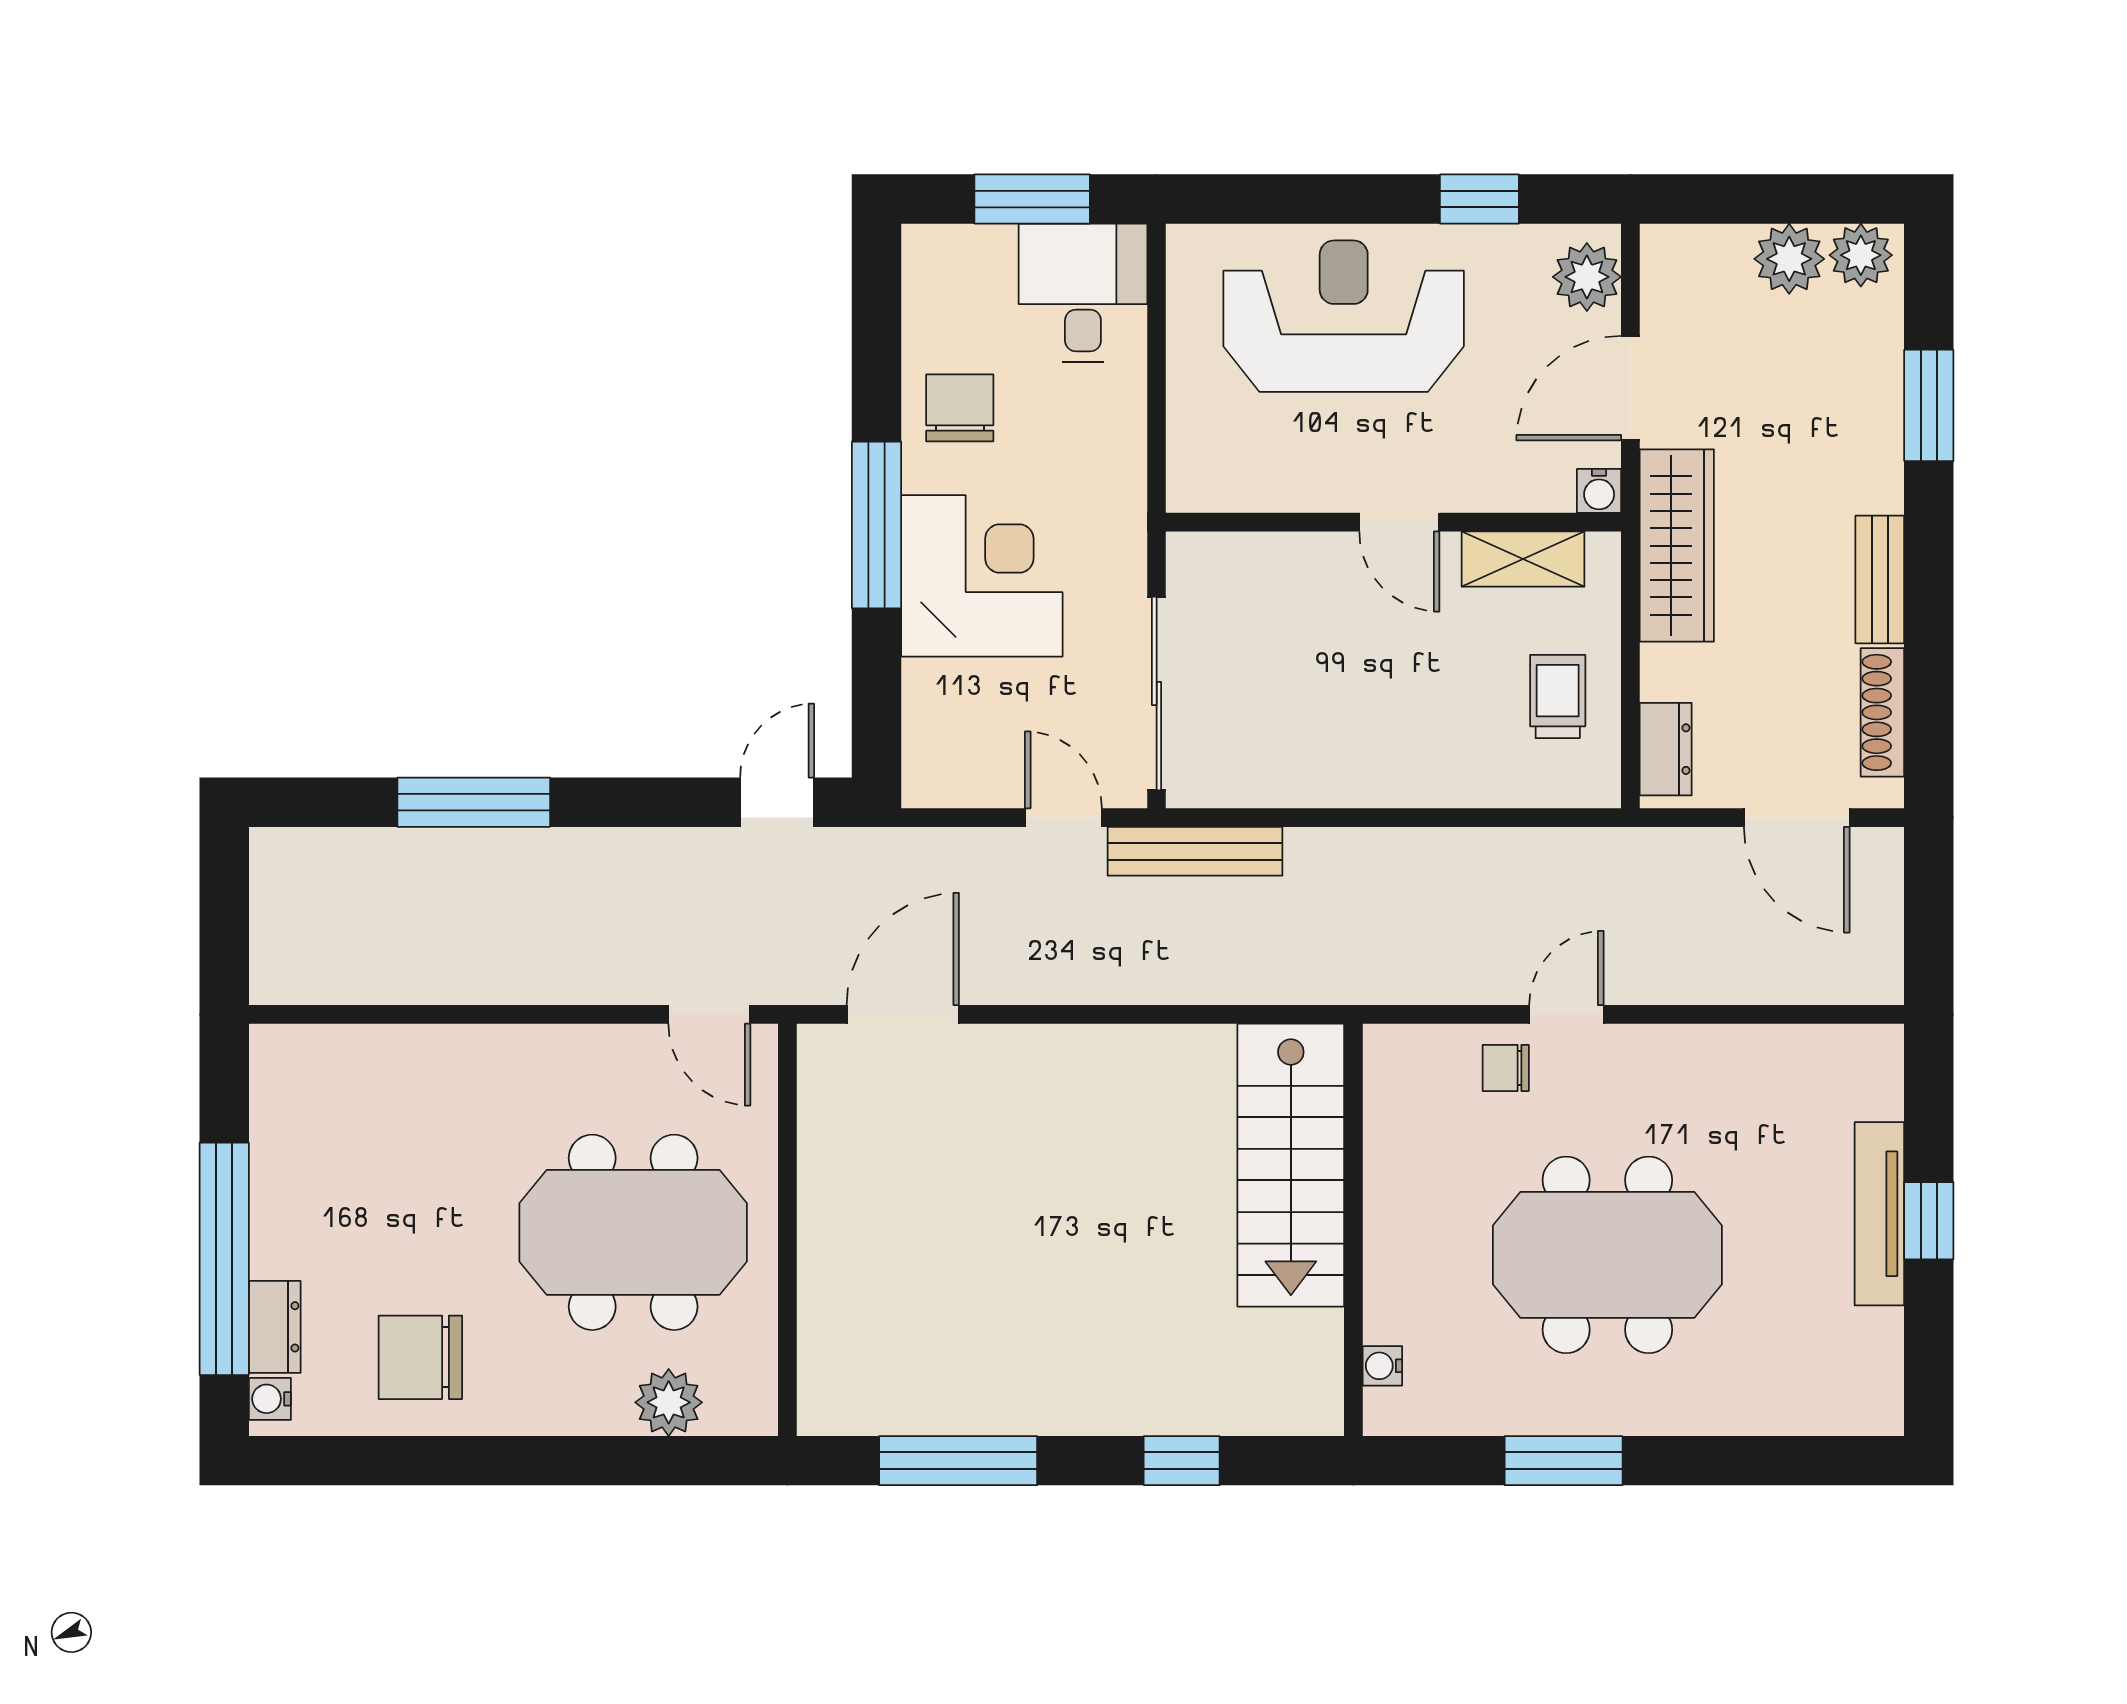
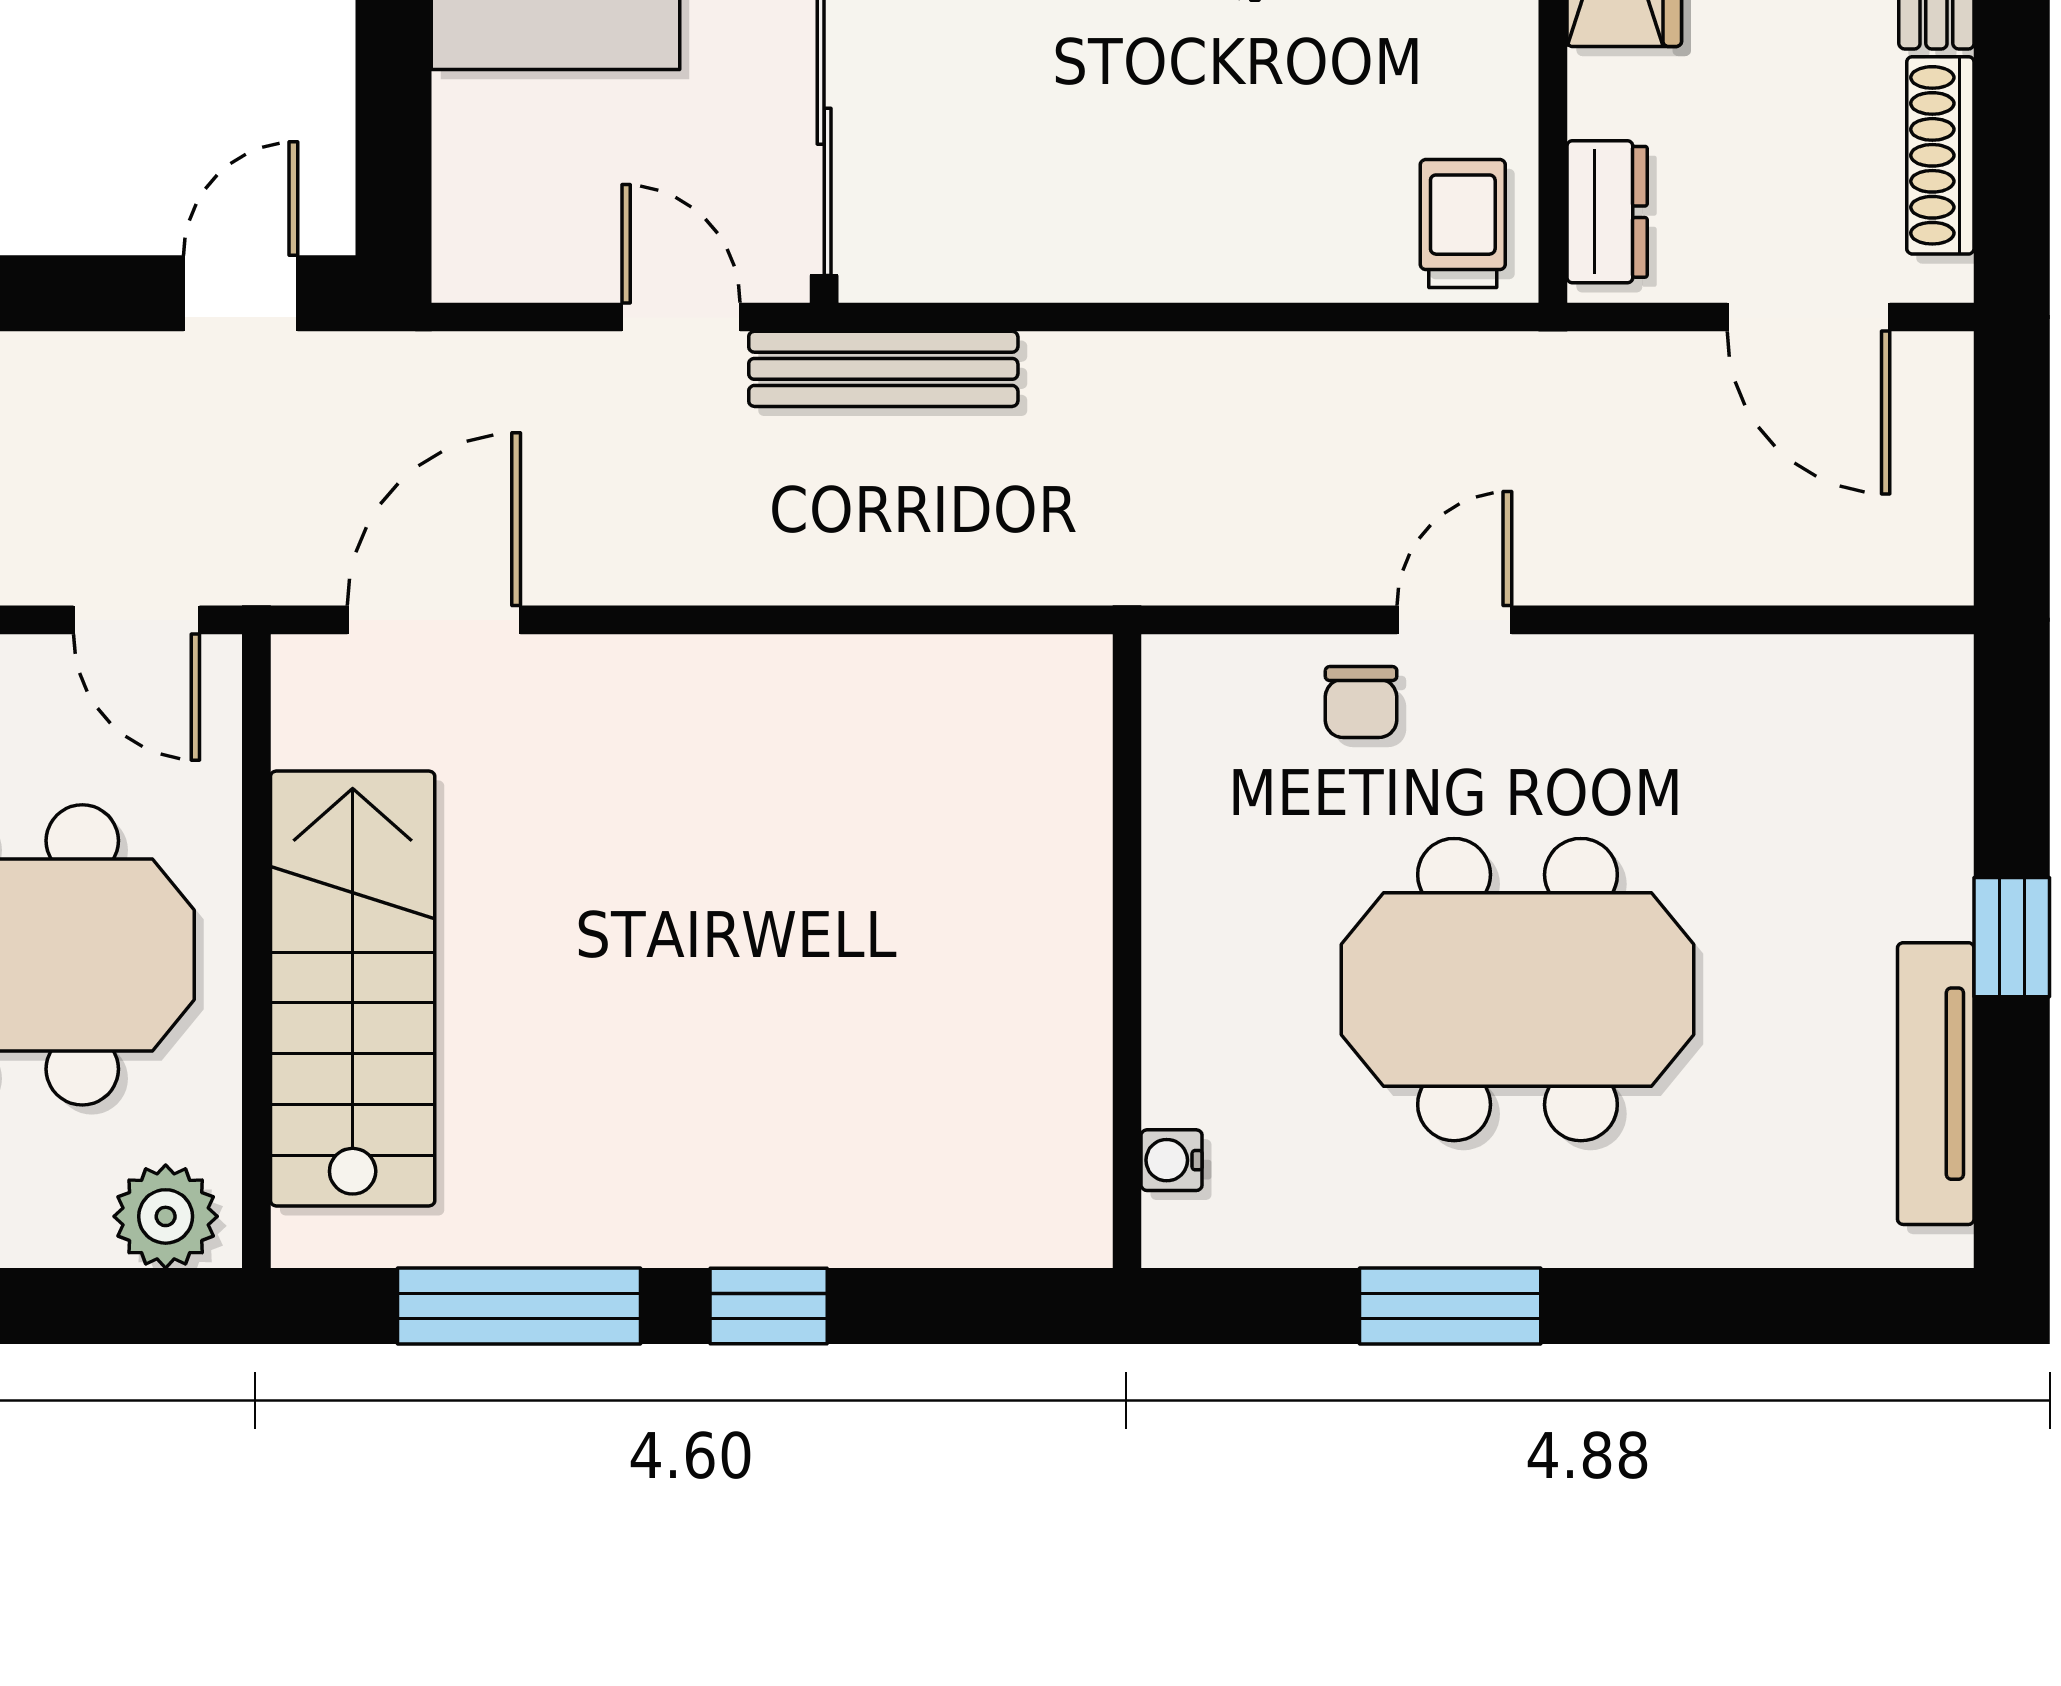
trolley: (1558, 696) -> (1463, 224), moved
chair: (1506, 1068) -> (1361, 702), turned -90
stairs: (1291, 1165) -> (353, 988), moved, turned 180
tv unit: (1879, 1214) -> (1936, 1084), moved
plant: (669, 1402) -> (166, 1216), moved
window: (1182, 1461) -> (769, 1306), moved

